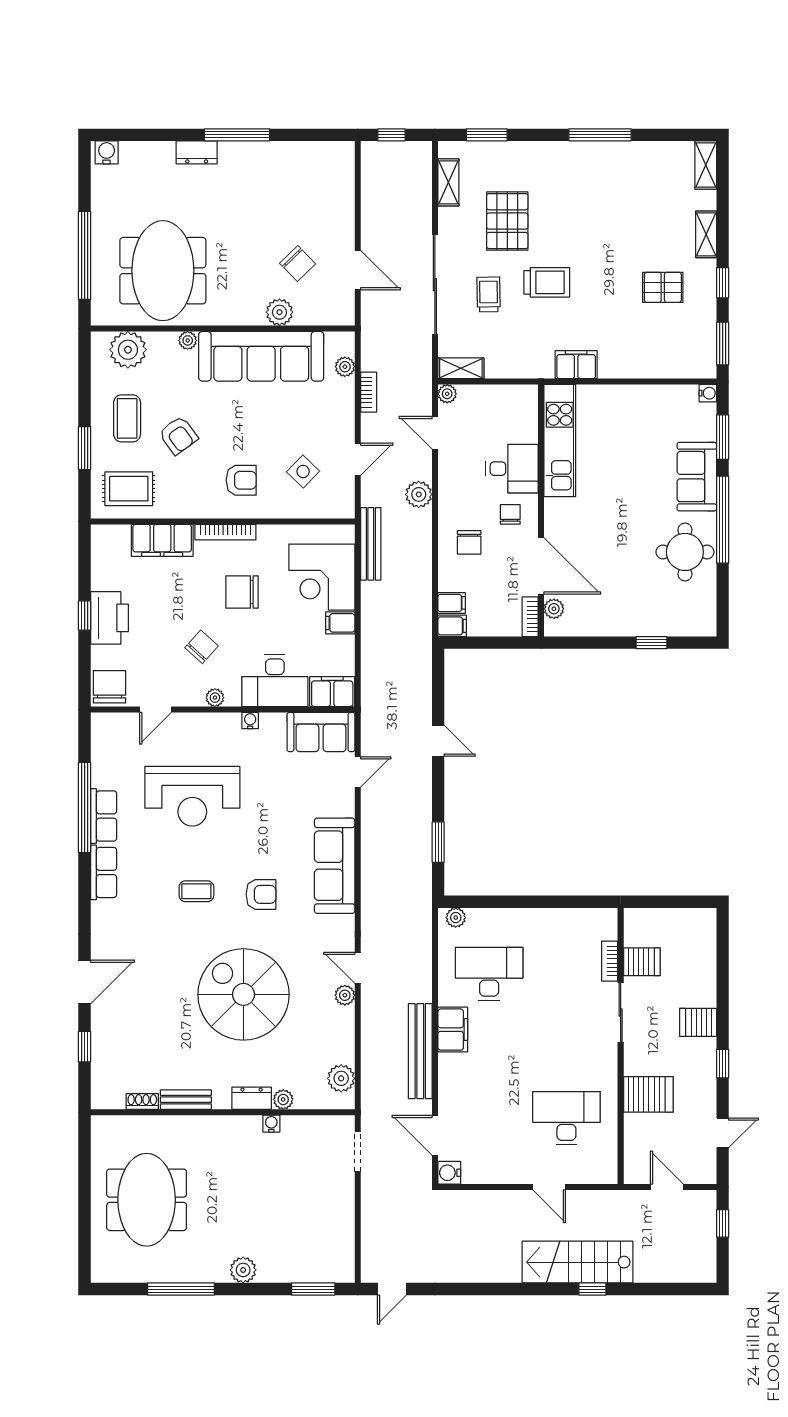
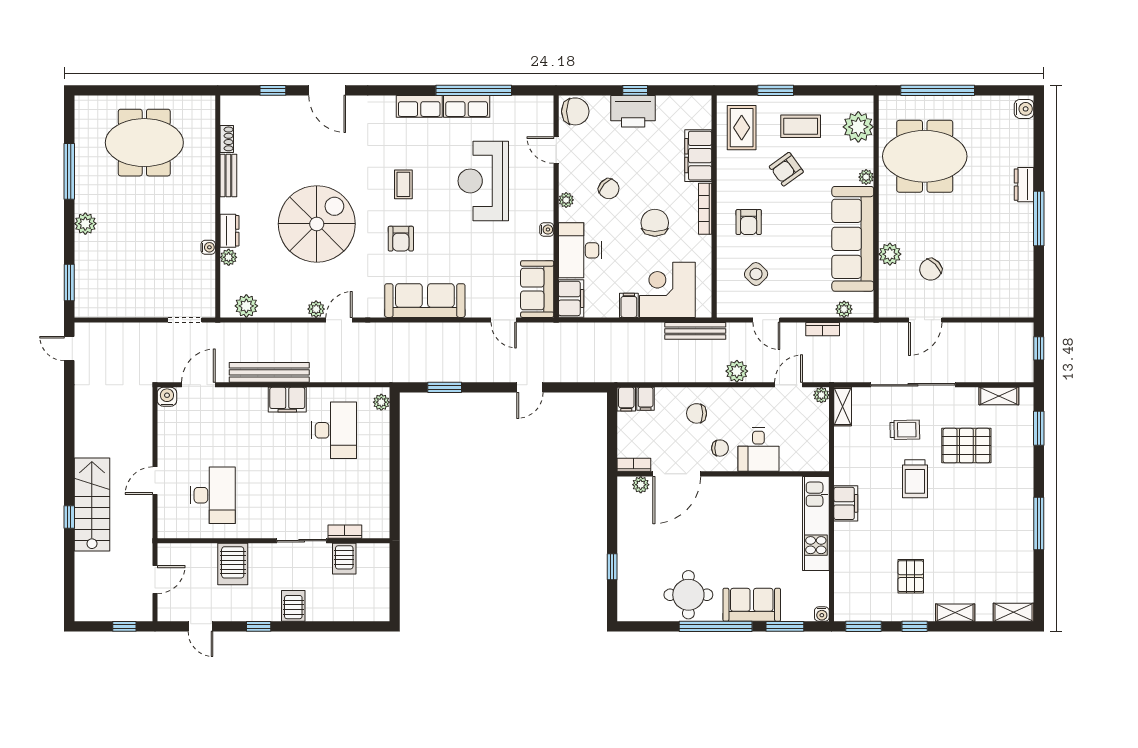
kitchen unit: (560, 441) -> (816, 523), moved, turned 90

